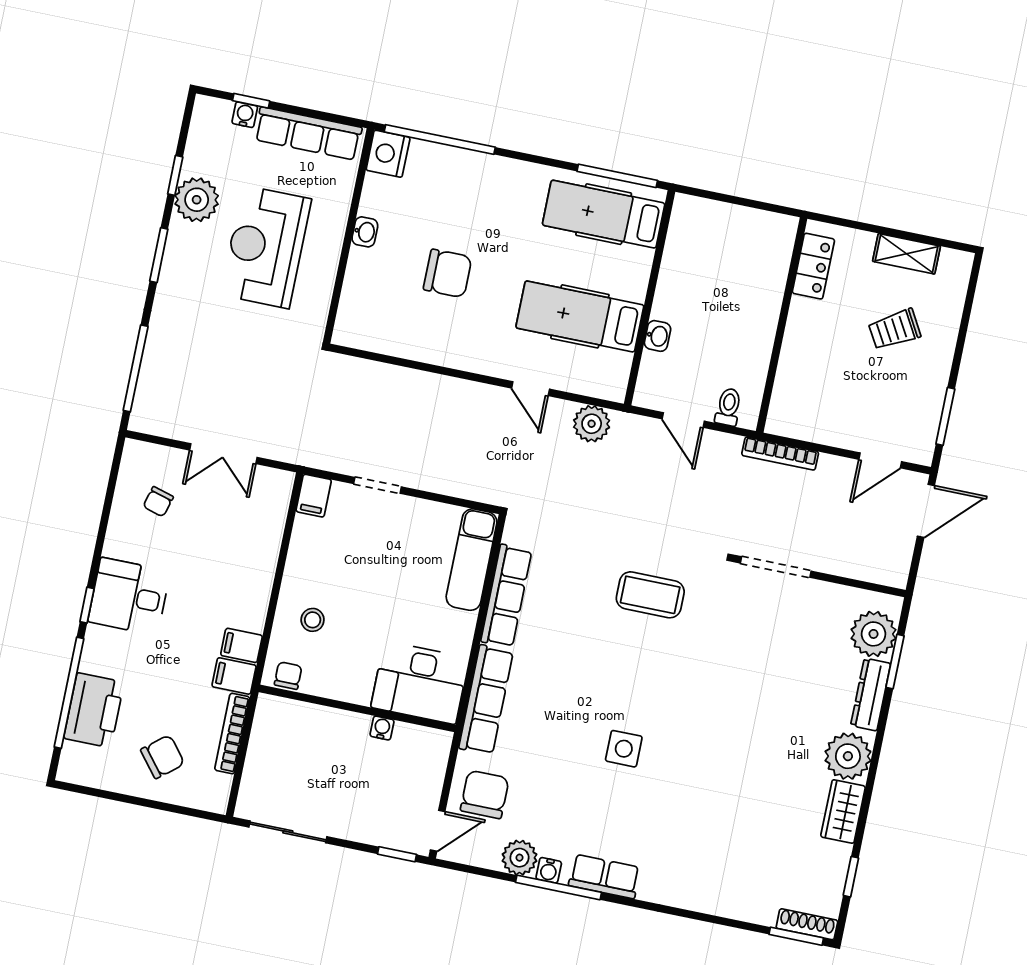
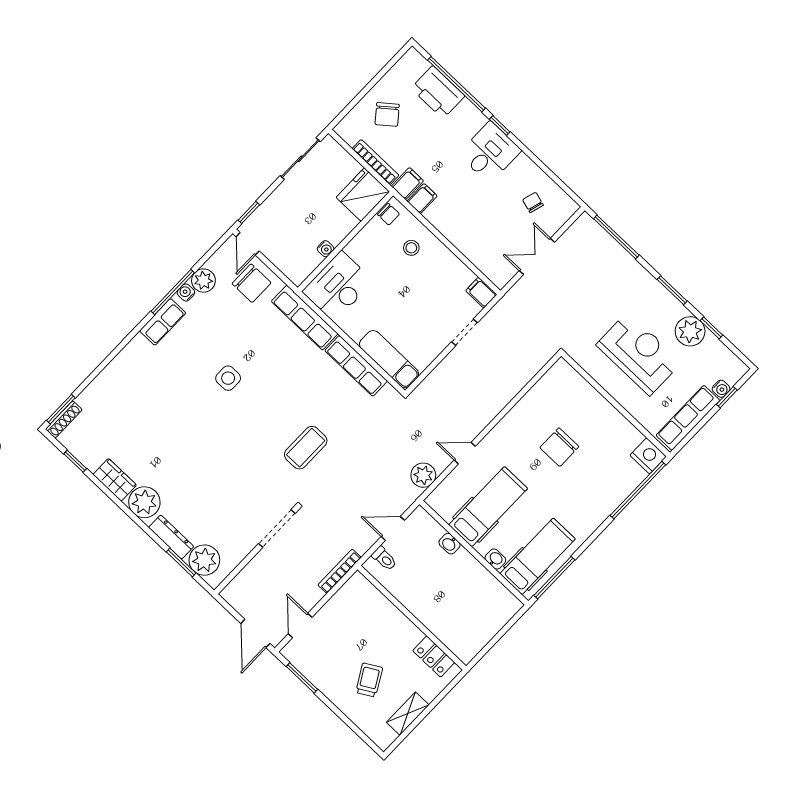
washbasin: (365, 232) -> (495, 559), moved, turned 180
fridge: (284, 724) -> (363, 195), added

